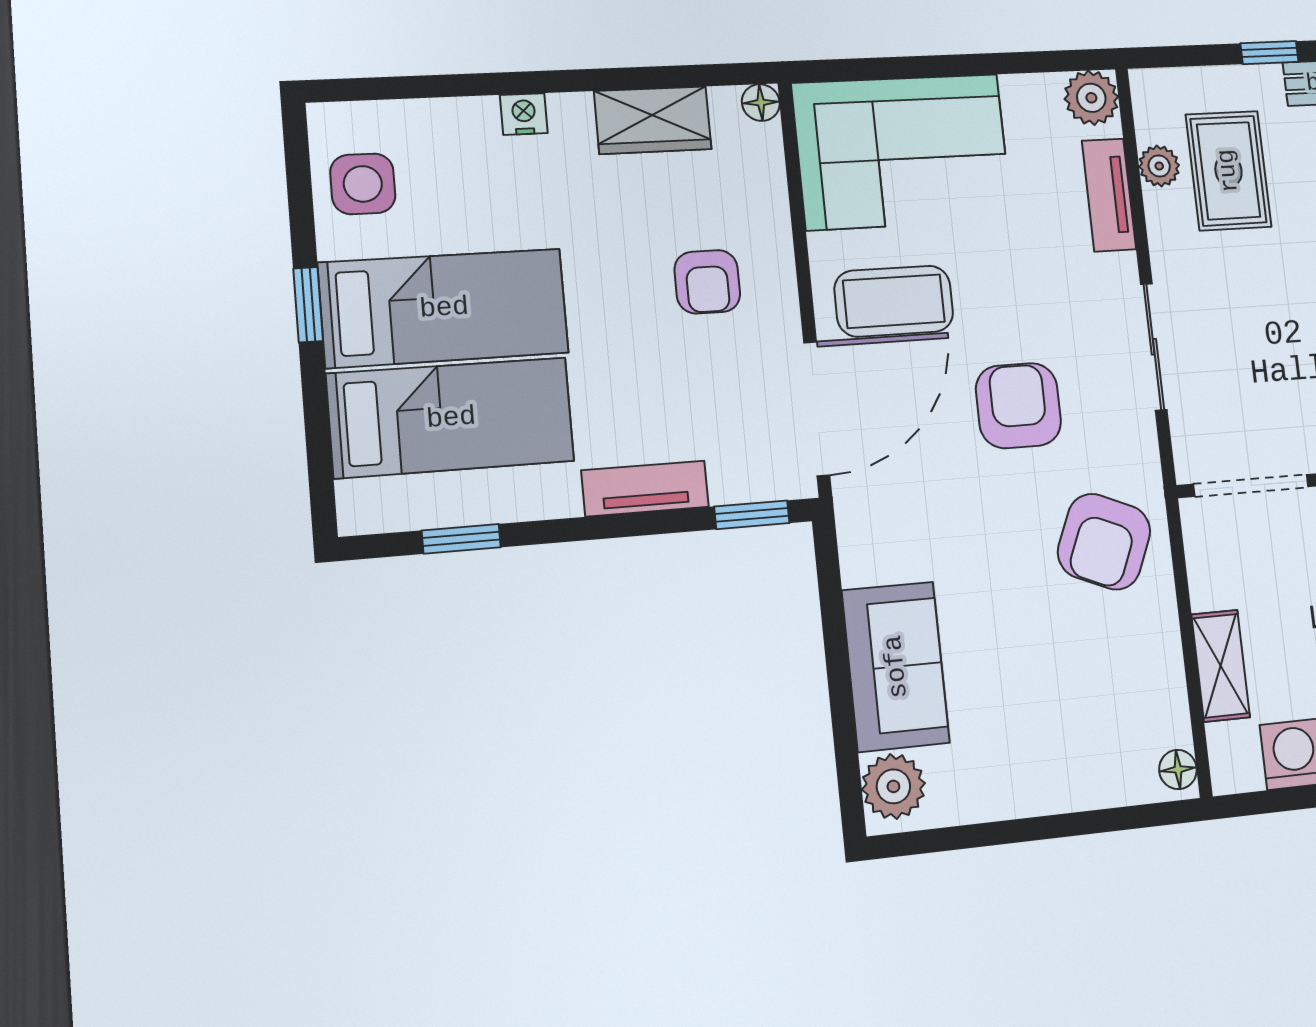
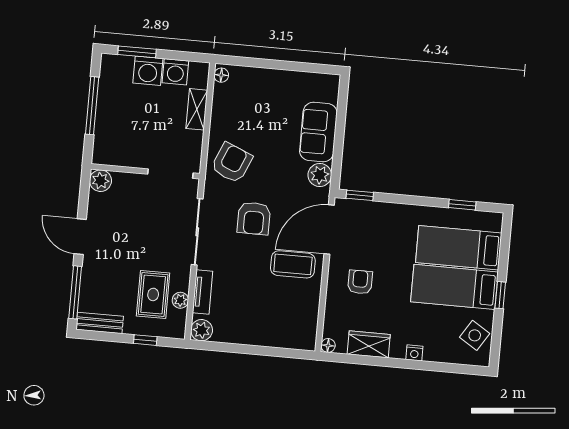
window: (1269, 53) -> (145, 340), moved
corner sofa: (902, 152) -> (279, 320), removed
side table: (363, 184) -> (475, 335), turned 32
sliding door: (1154, 347) -> (197, 232), width x1.37
tv unit: (645, 489) -> (396, 211), removed
plant: (893, 786) -> (320, 175), moved

